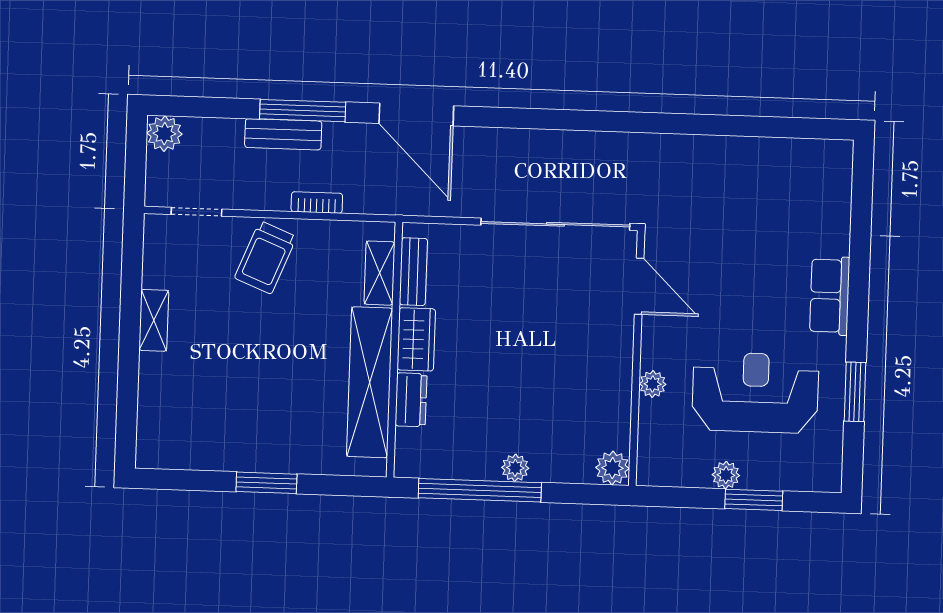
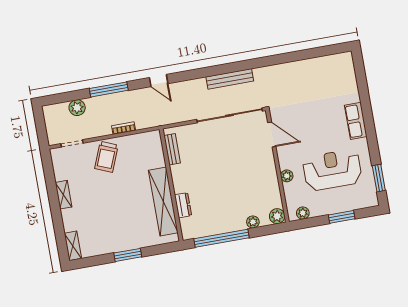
door: (416, 115) -> (159, 81), width x0.53
plant: (164, 134) -> (77, 108), moved
bench: (283, 134) -> (230, 79), moved, width x1.36
shelving: (380, 273) -> (73, 246), moved
wardrobe: (416, 339) -> (180, 178), removed
window: (855, 392) -> (379, 178), moved
plant: (515, 468) -> (253, 222), moved
plant: (726, 475) -> (303, 213), moved

